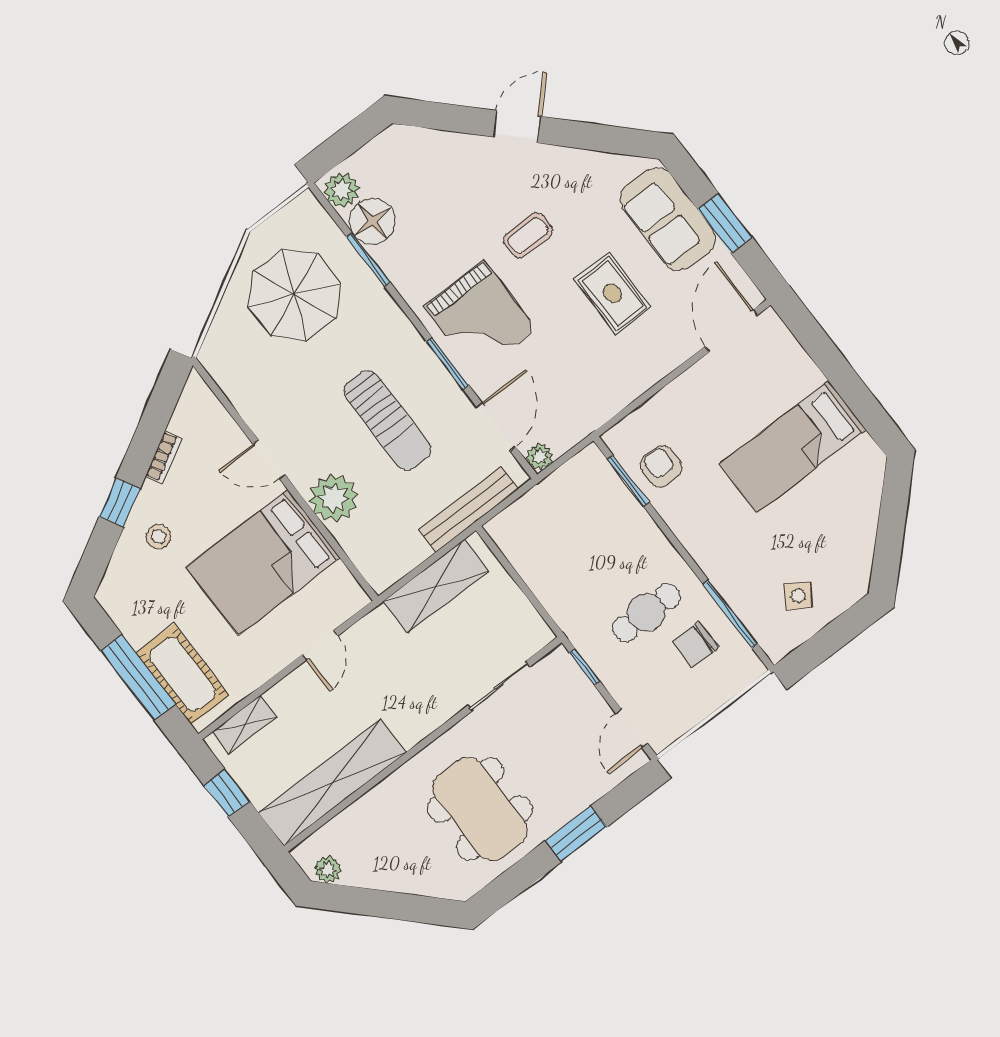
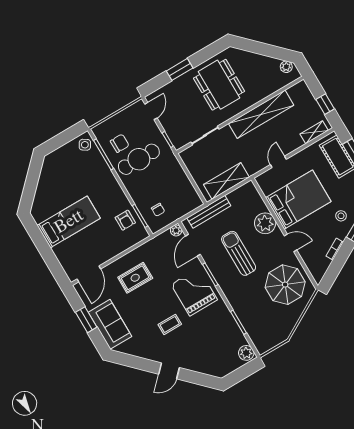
floor lamp: (372, 221) -> (235, 338), removed
rug: (613, 293) -> (135, 278), moved, turned 90
parasol: (295, 295) -> (285, 285), moved
chair: (588, 500) -> (158, 210), added
side table: (798, 596) -> (85, 145), moved
cafe table: (646, 612) -> (139, 159), width x1.37, depth x1.35
shelving: (332, 783) -> (261, 114), moved

